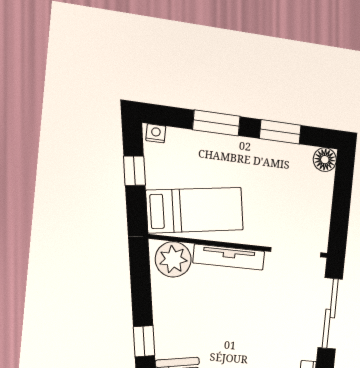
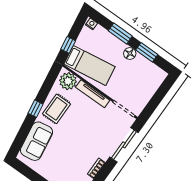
floor lamp: (325, 160) -> (130, 53), moved
window: (134, 171) -> (68, 45), moved
rug: (181, 320) -> (56, 109), added

